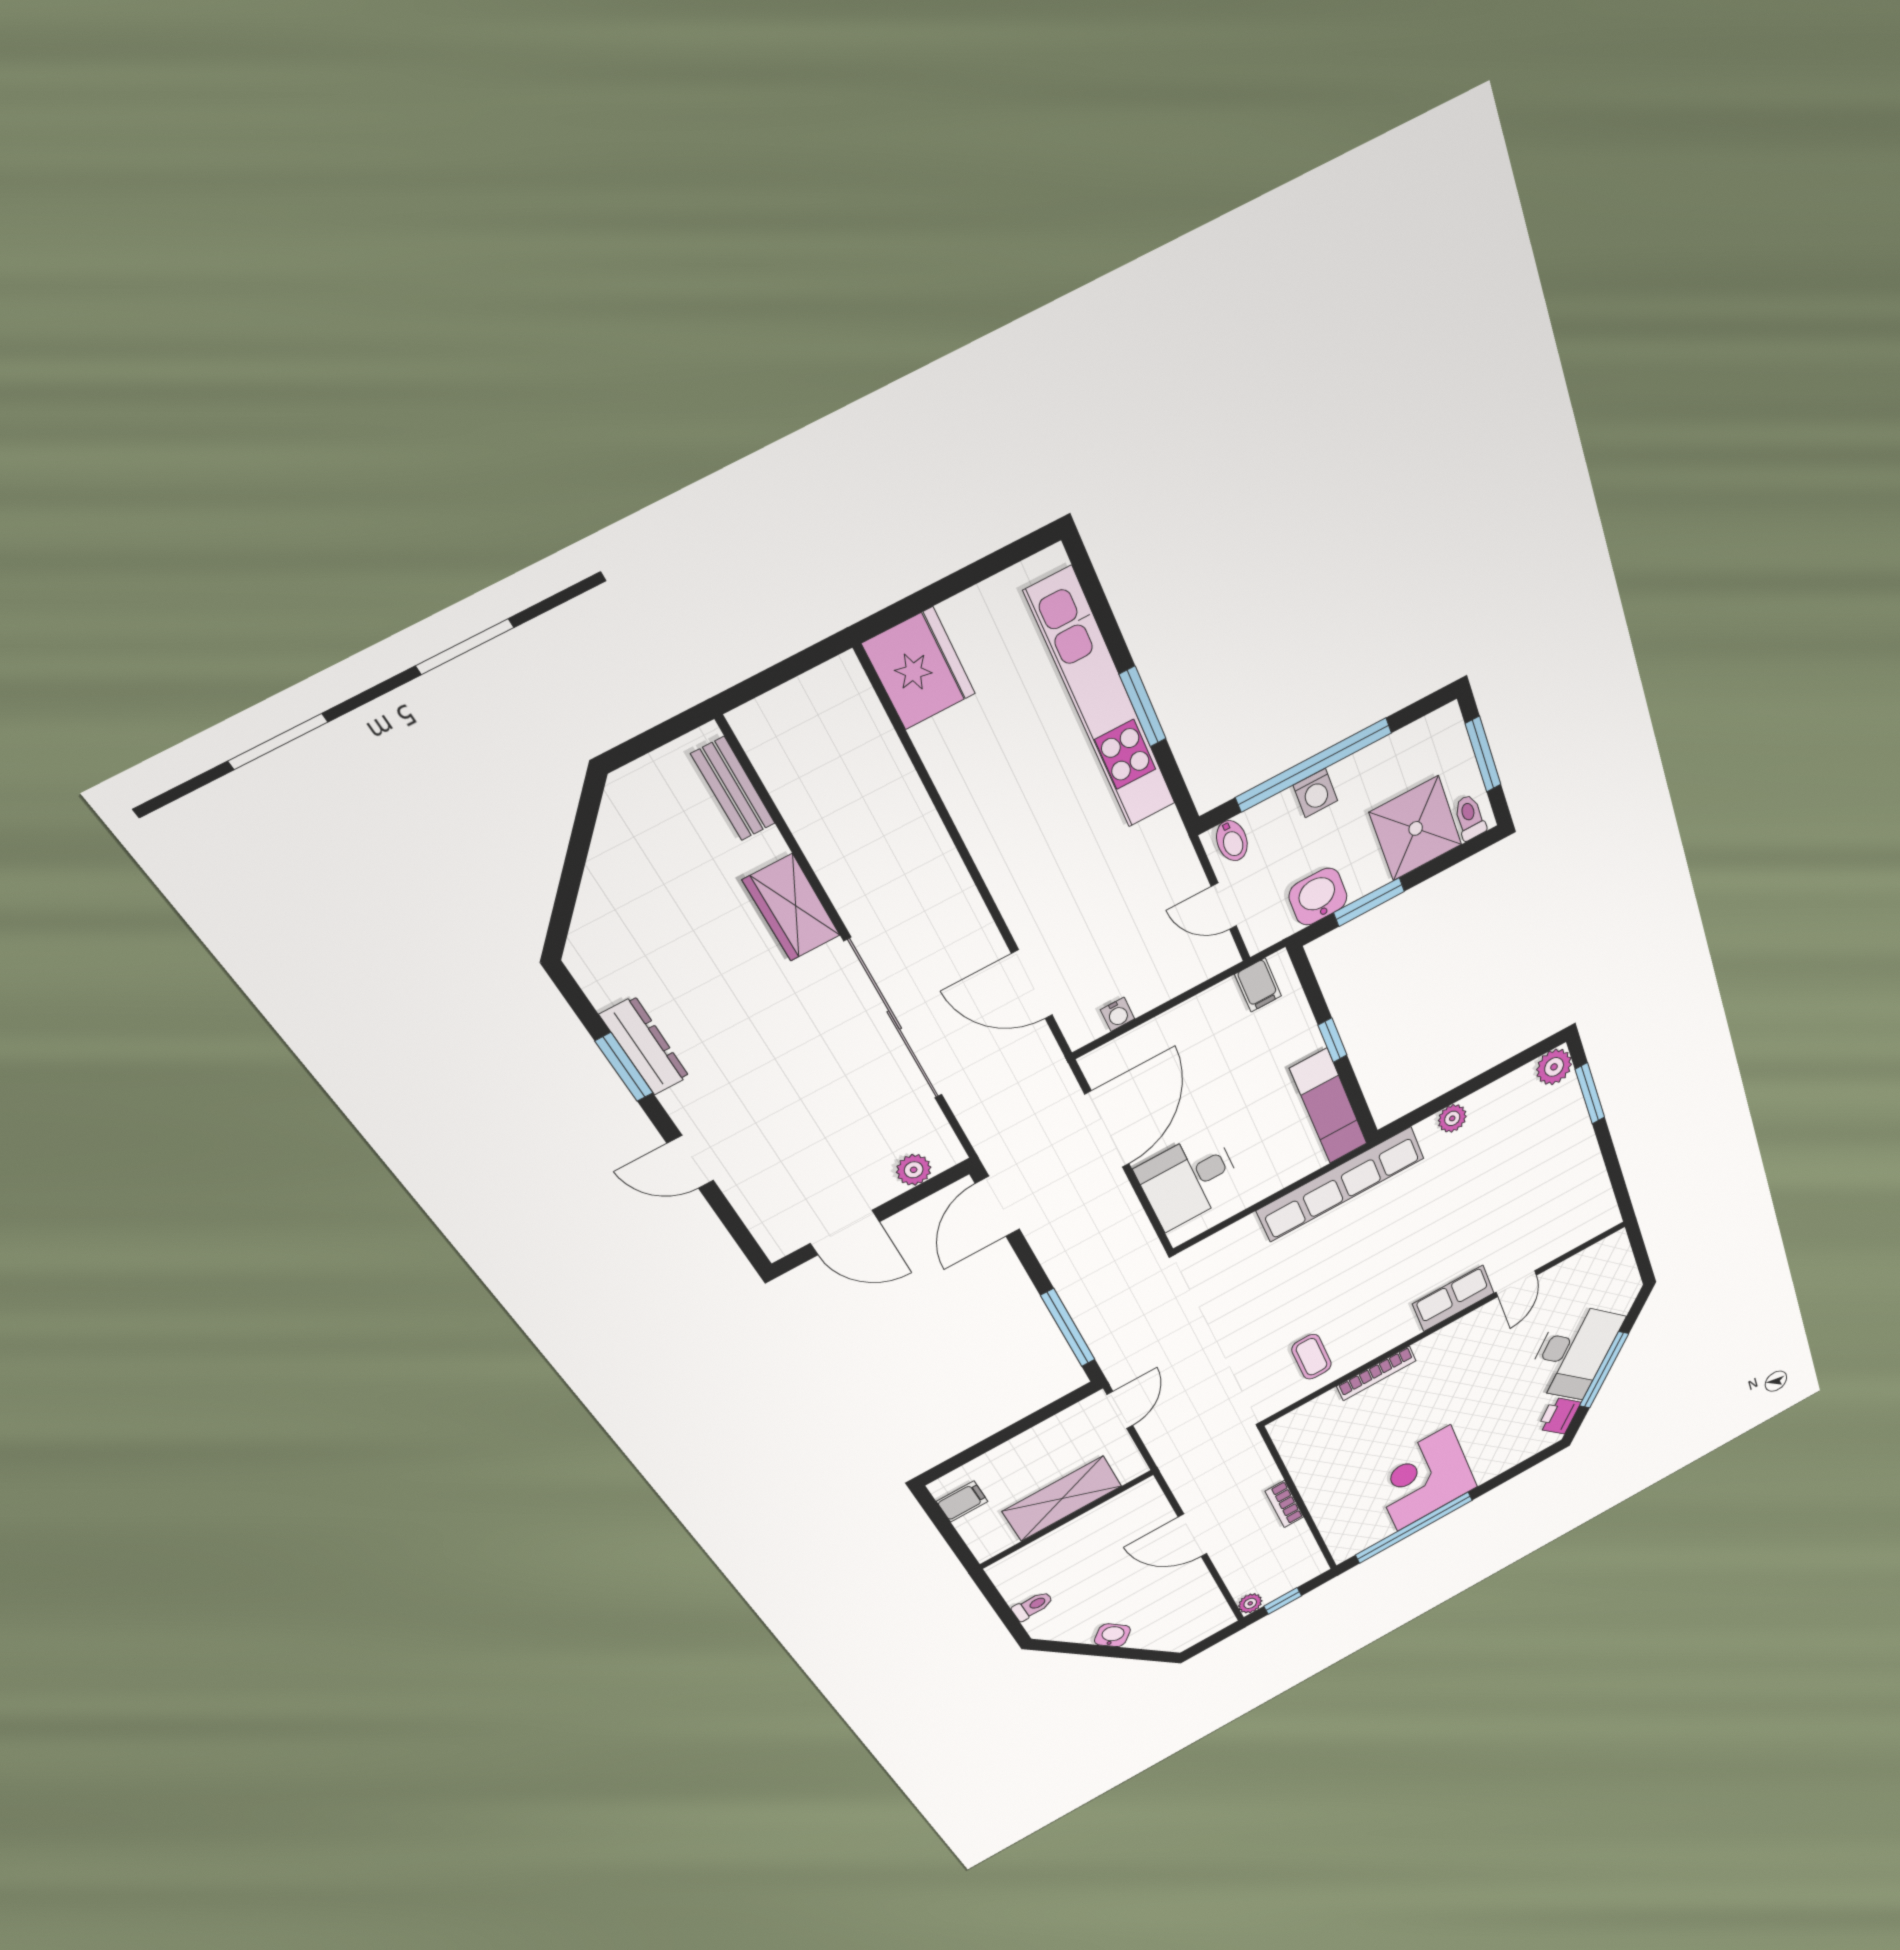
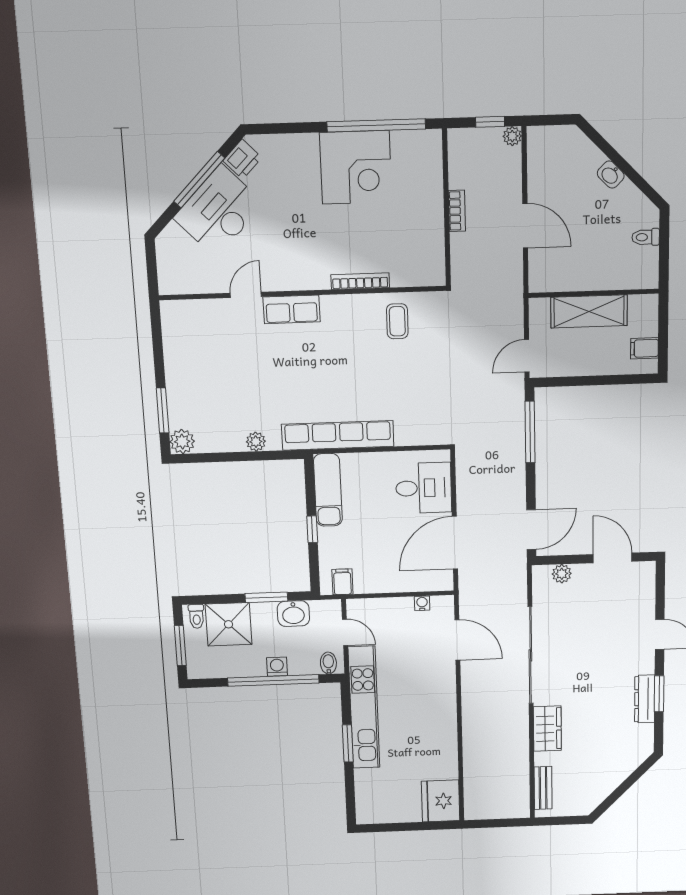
kitchen unit: (1102, 701) -> (364, 708), moved

